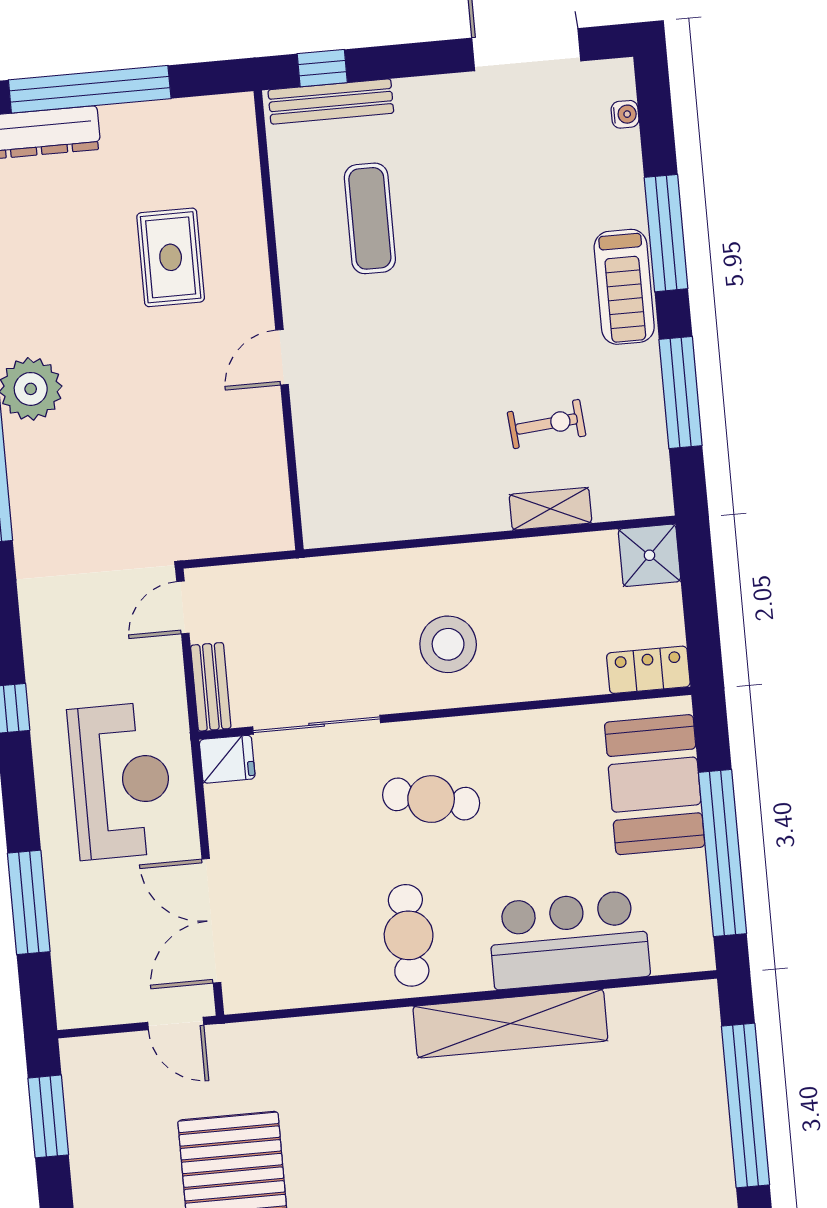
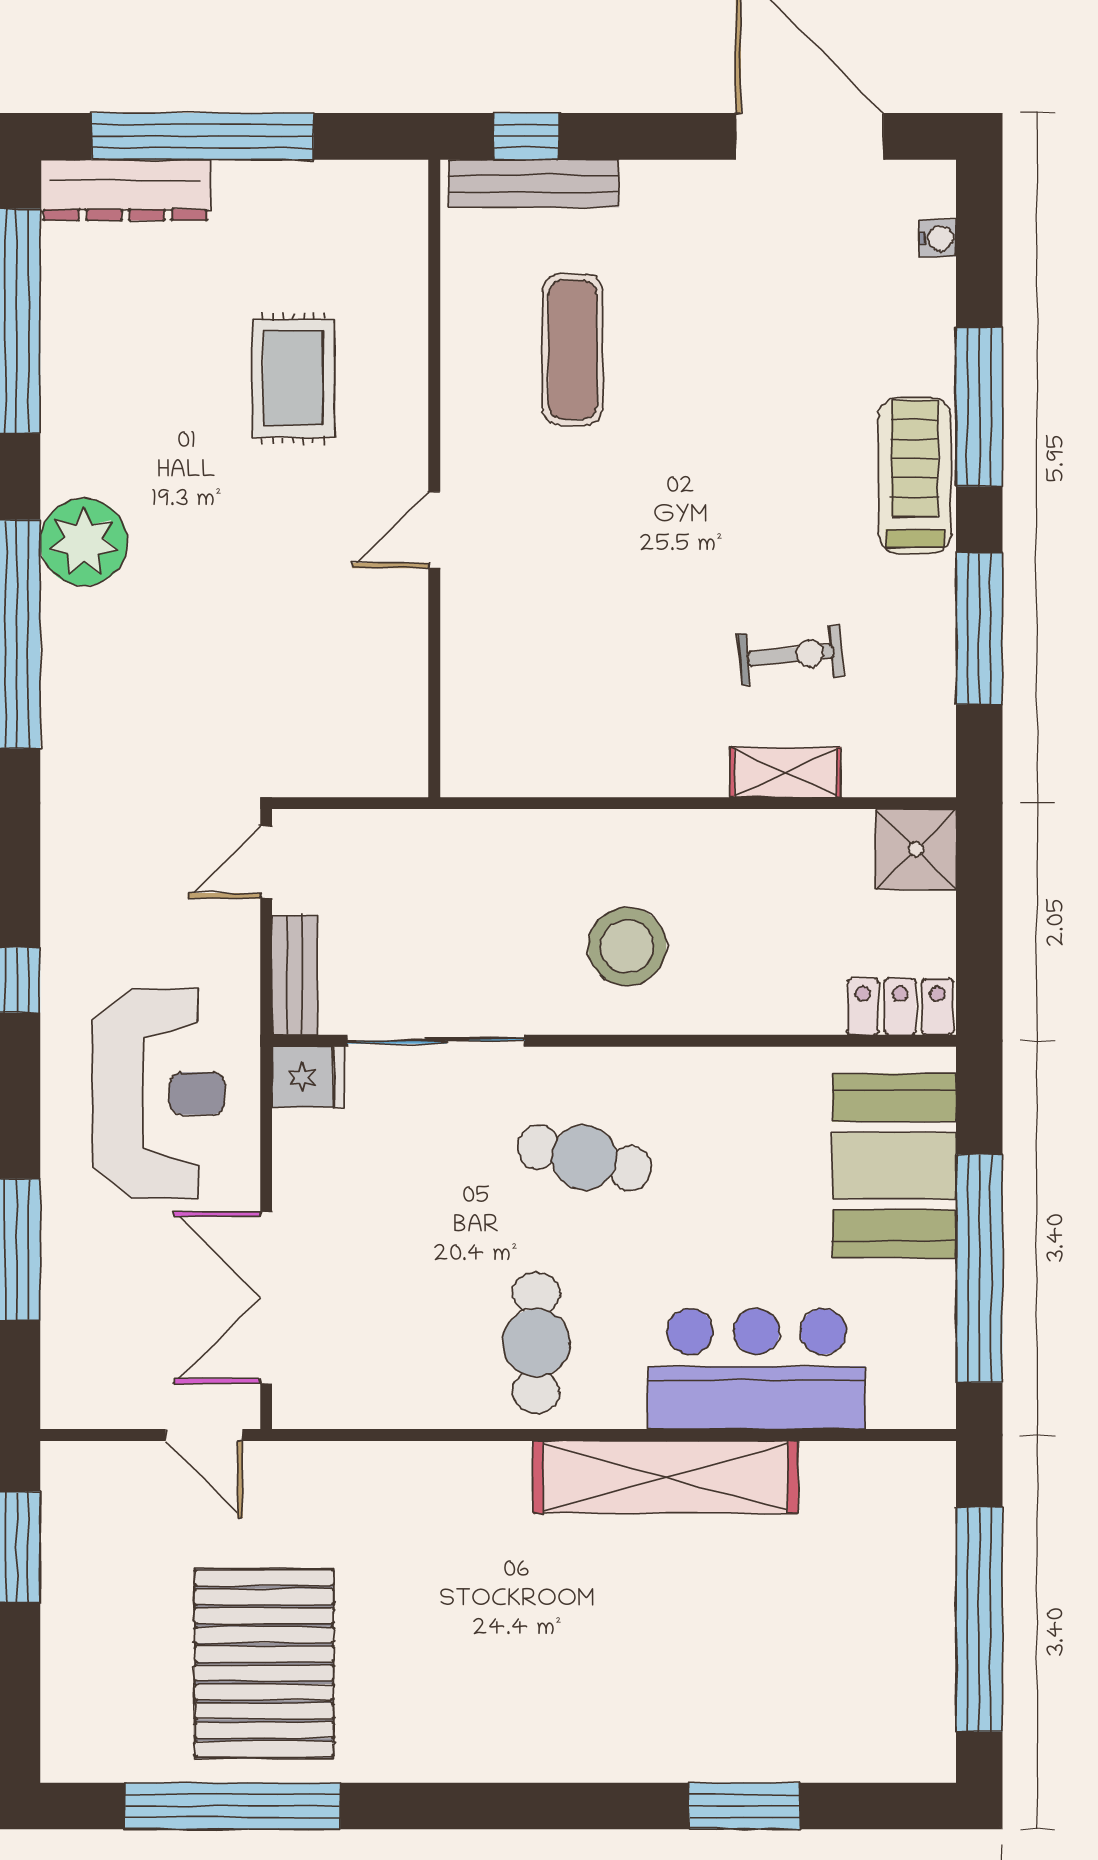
treadmill: (624, 287) -> (915, 476), turned 180

